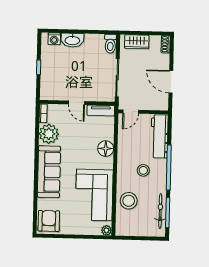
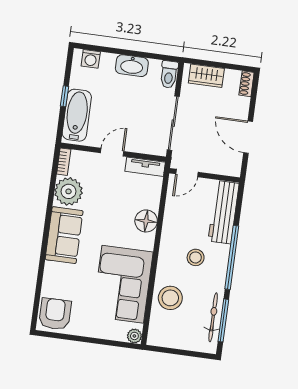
washbasin: (72, 40) -> (132, 66), moved
bathtub: (49, 80) -> (77, 115), added
door: (76, 103) -> (112, 152), swing flipped
sofa: (49, 172) -> (64, 235), width x0.73

